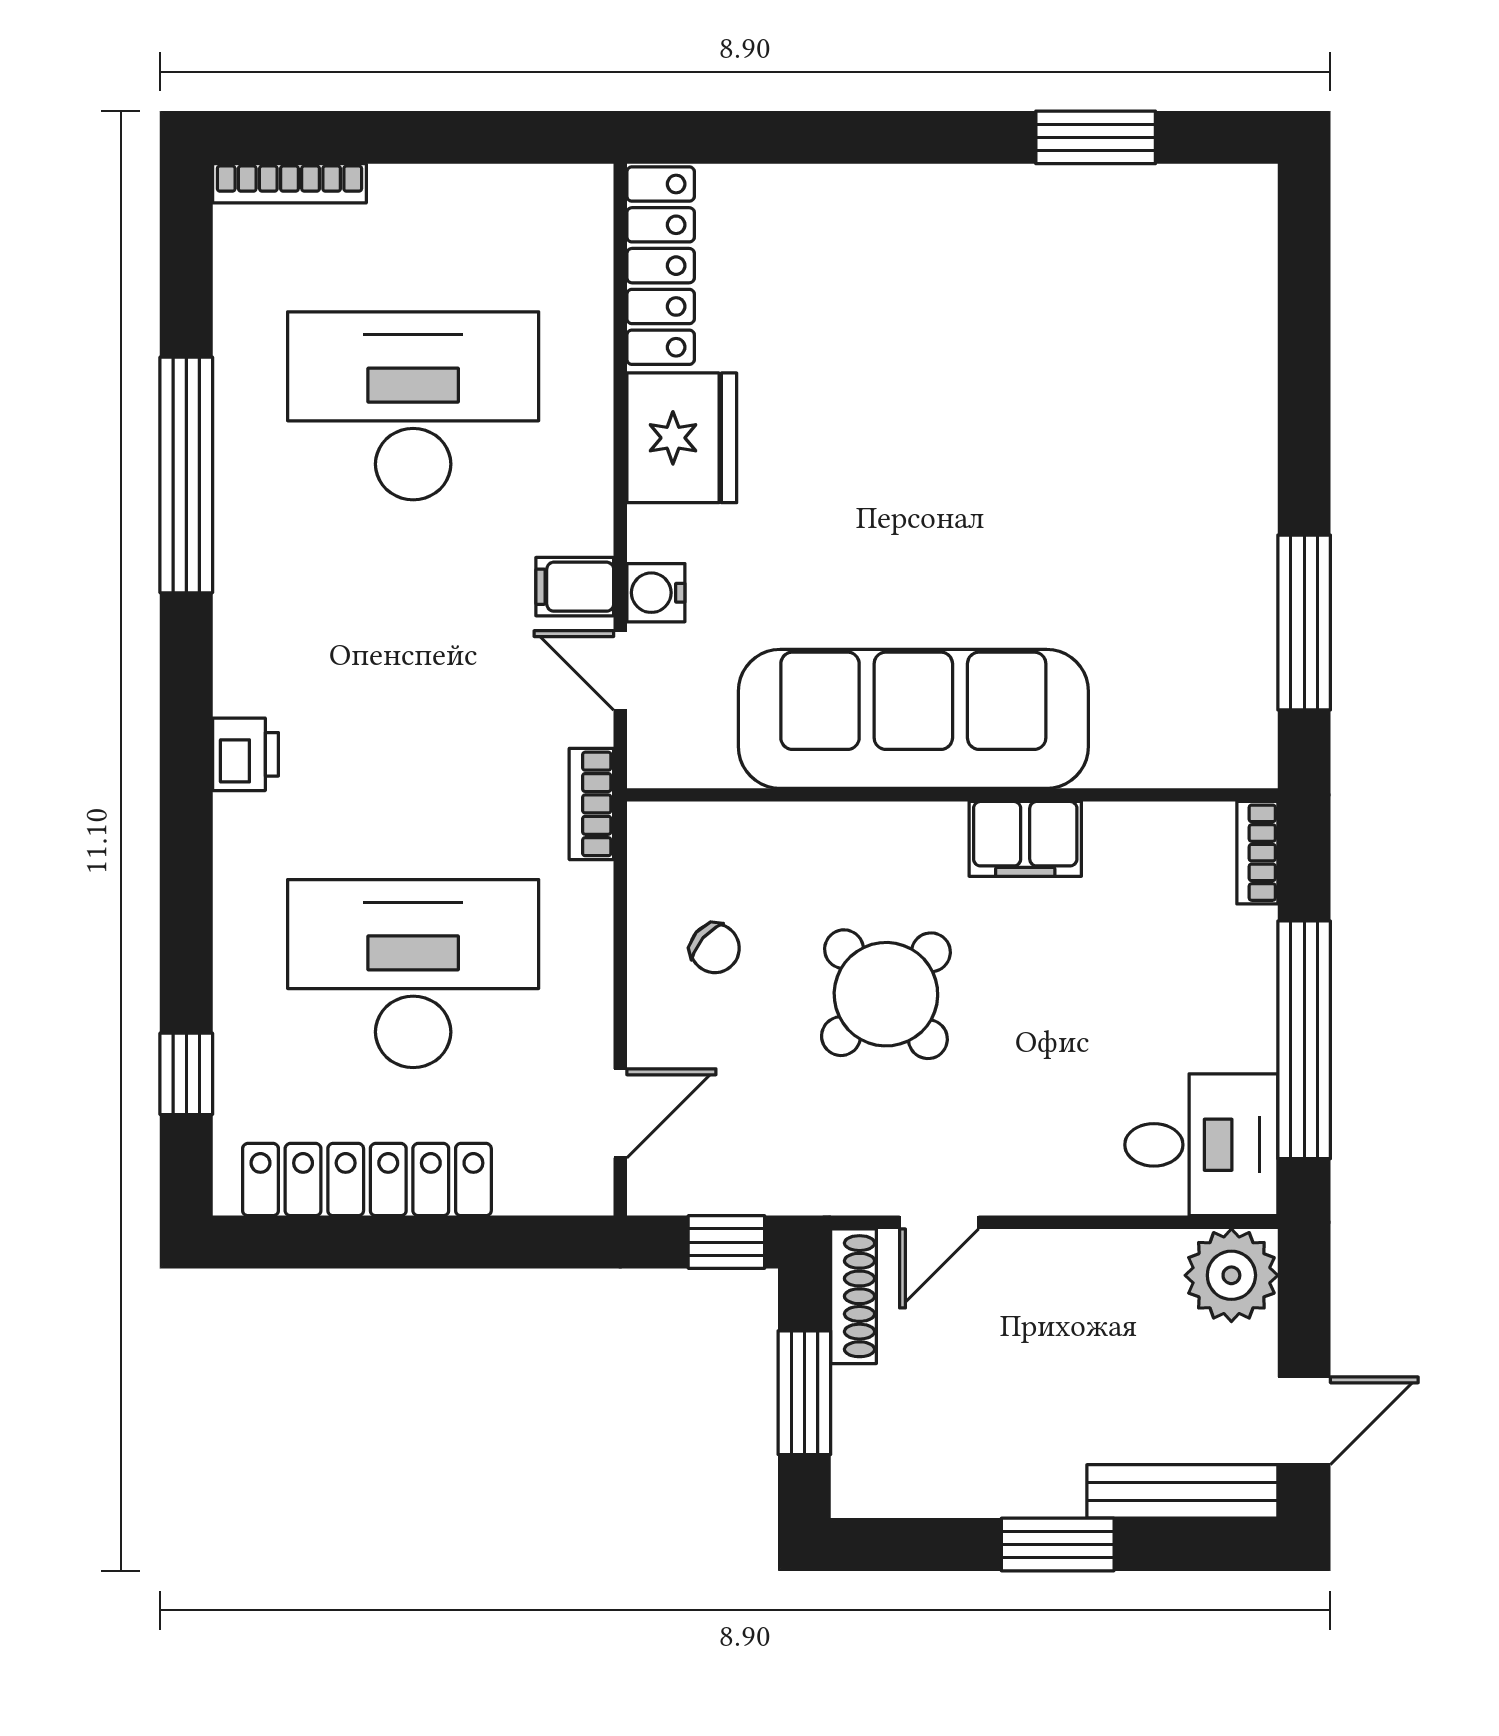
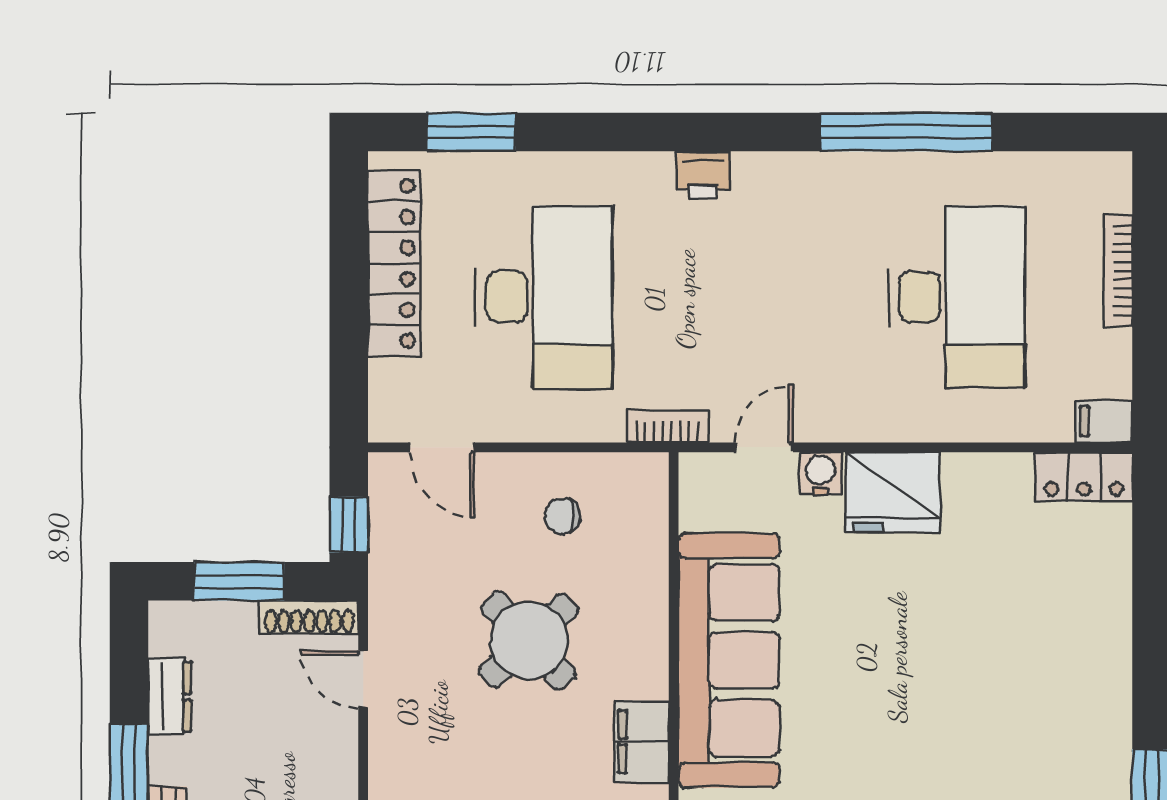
bookcase: (289, 183) -> (1118, 271), moved
locker: (661, 266) -> (1084, 477), width x0.66
fridge: (682, 438) -> (893, 492), moved
filing cabinet: (575, 587) -> (1104, 421), moved, turned -90
chair: (715, 948) -> (562, 516), turned 49
window: (186, 1074) -> (471, 132), width x1.50
dresser: (963, 1489) -> (170, 697), added

